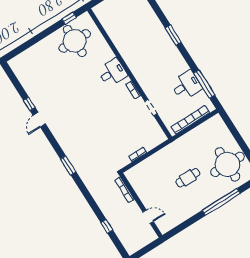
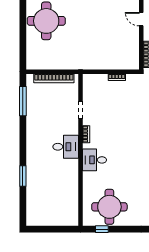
window: (173, 35) -> (23, 176), moved
desk: (186, 85) -> (66, 147), moved, turned 180
cafe table: (188, 178) -> (87, 31), removed

